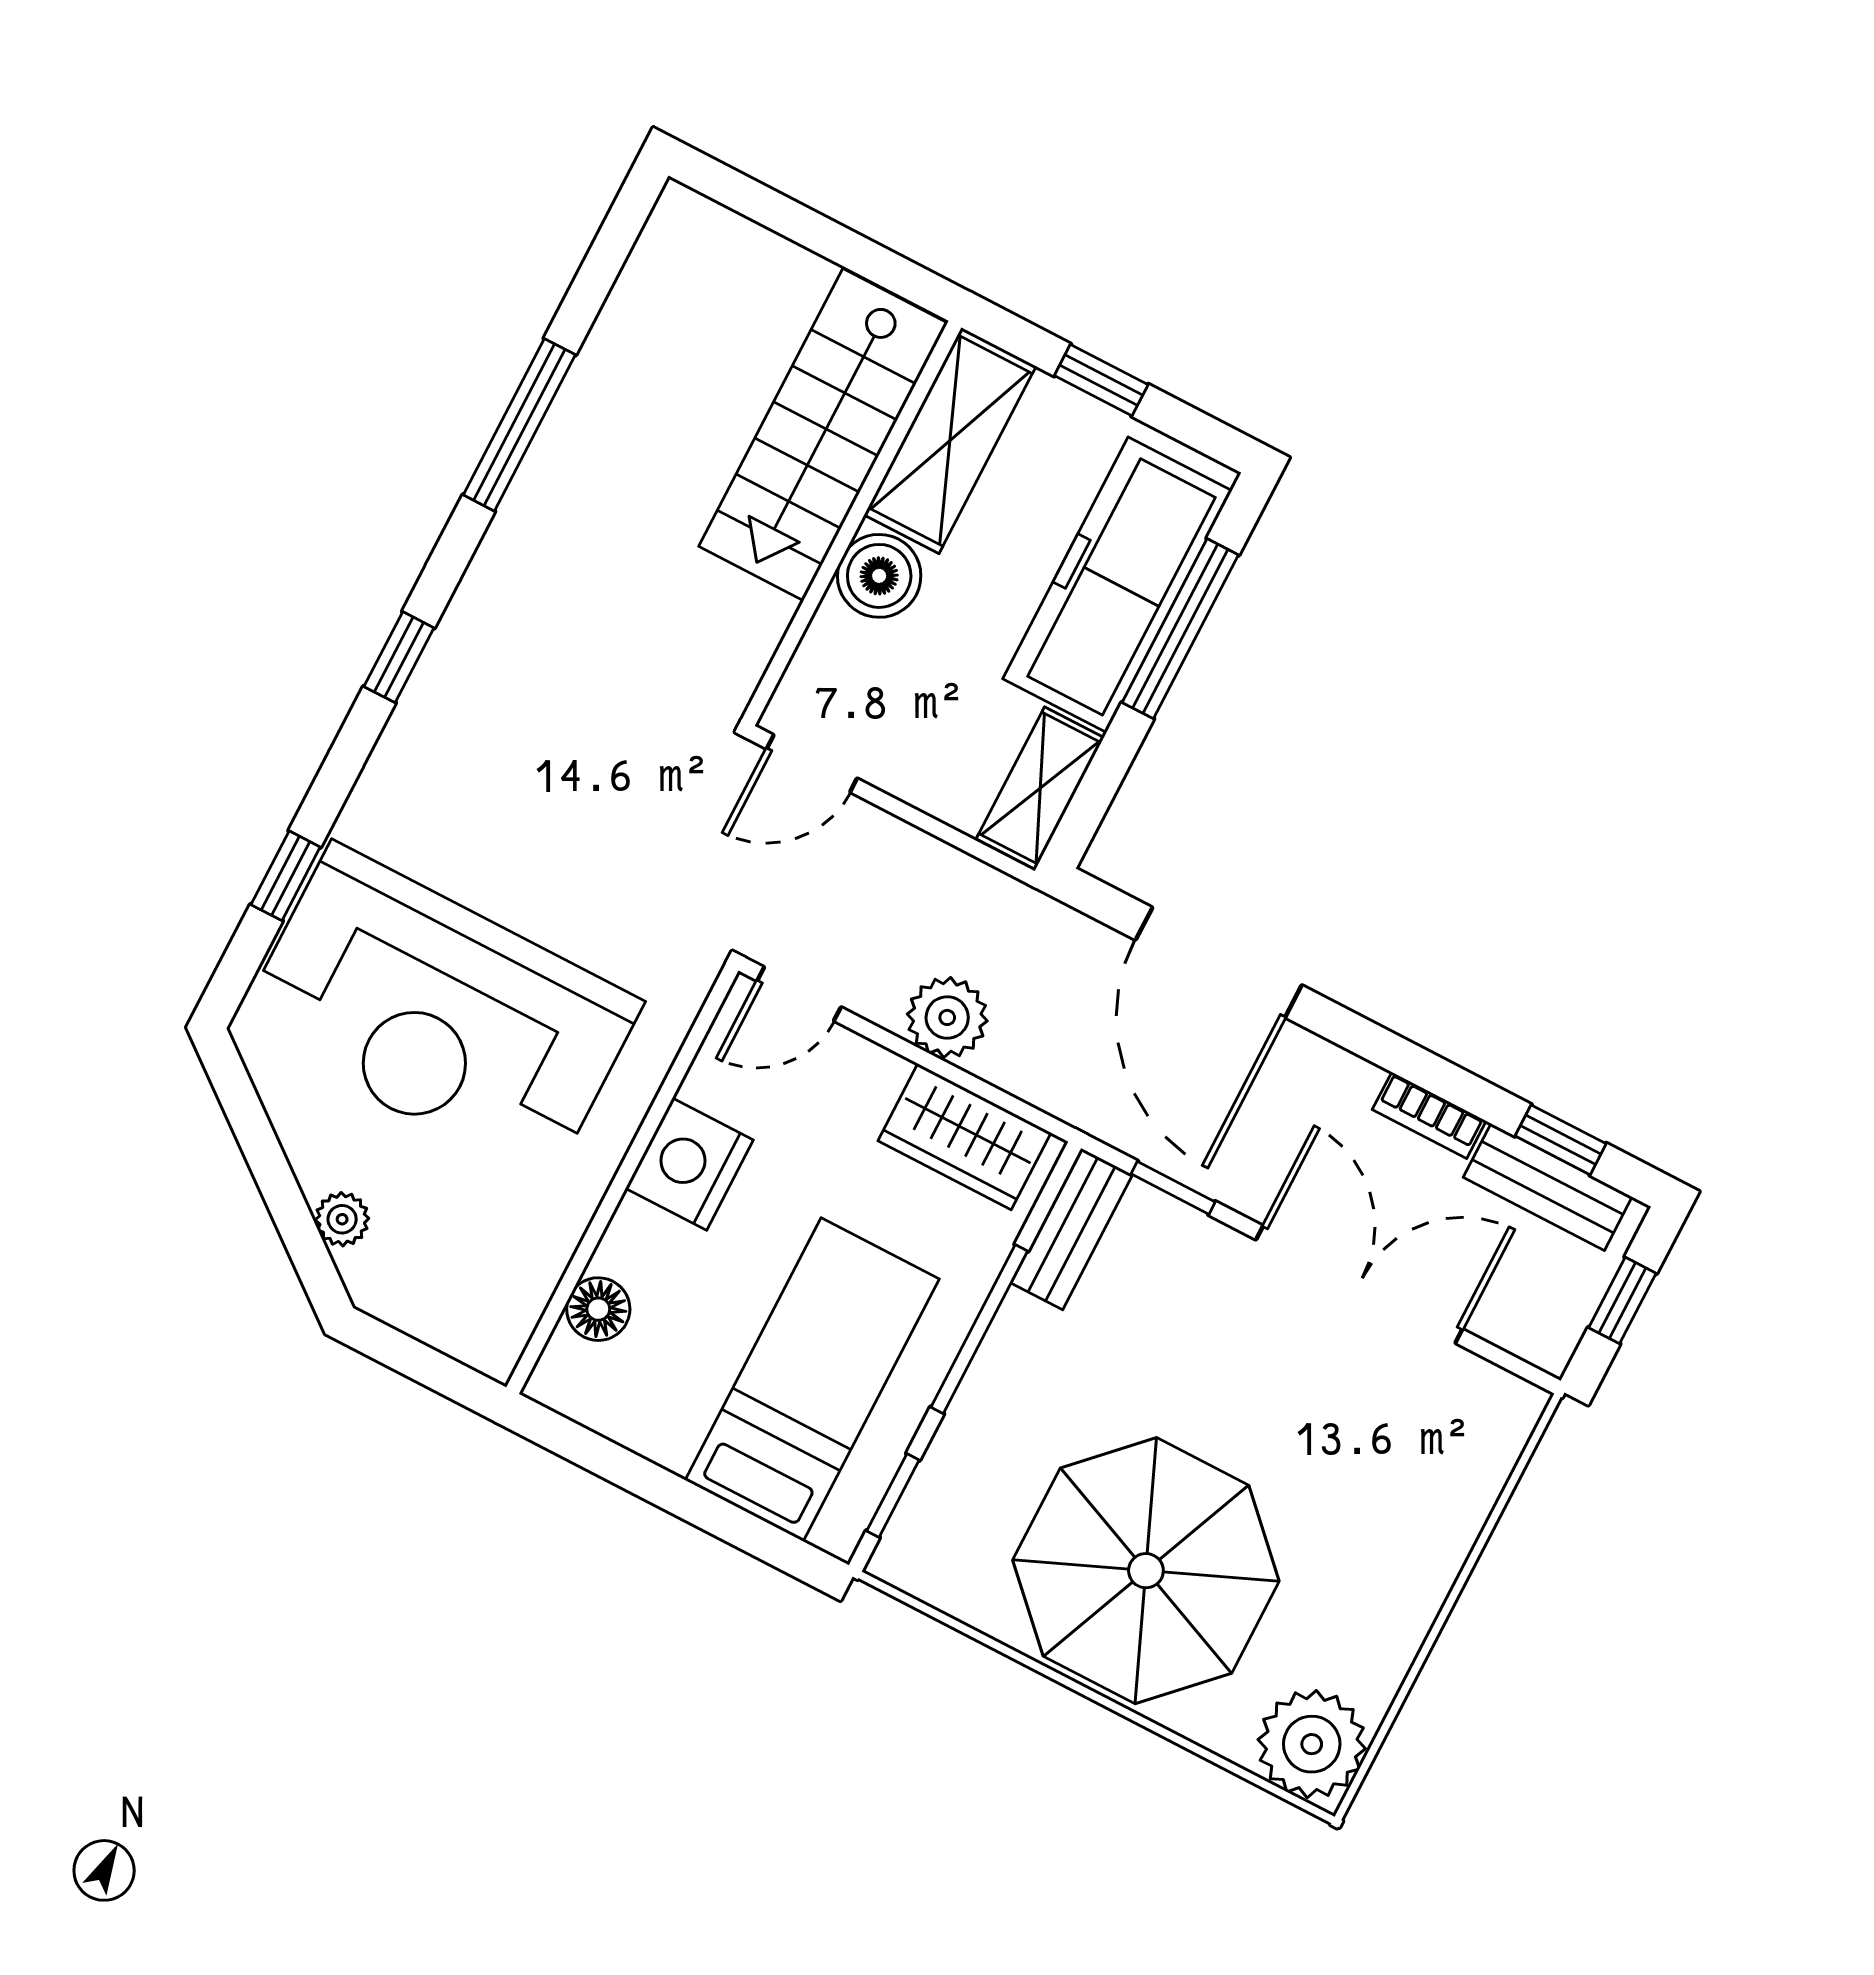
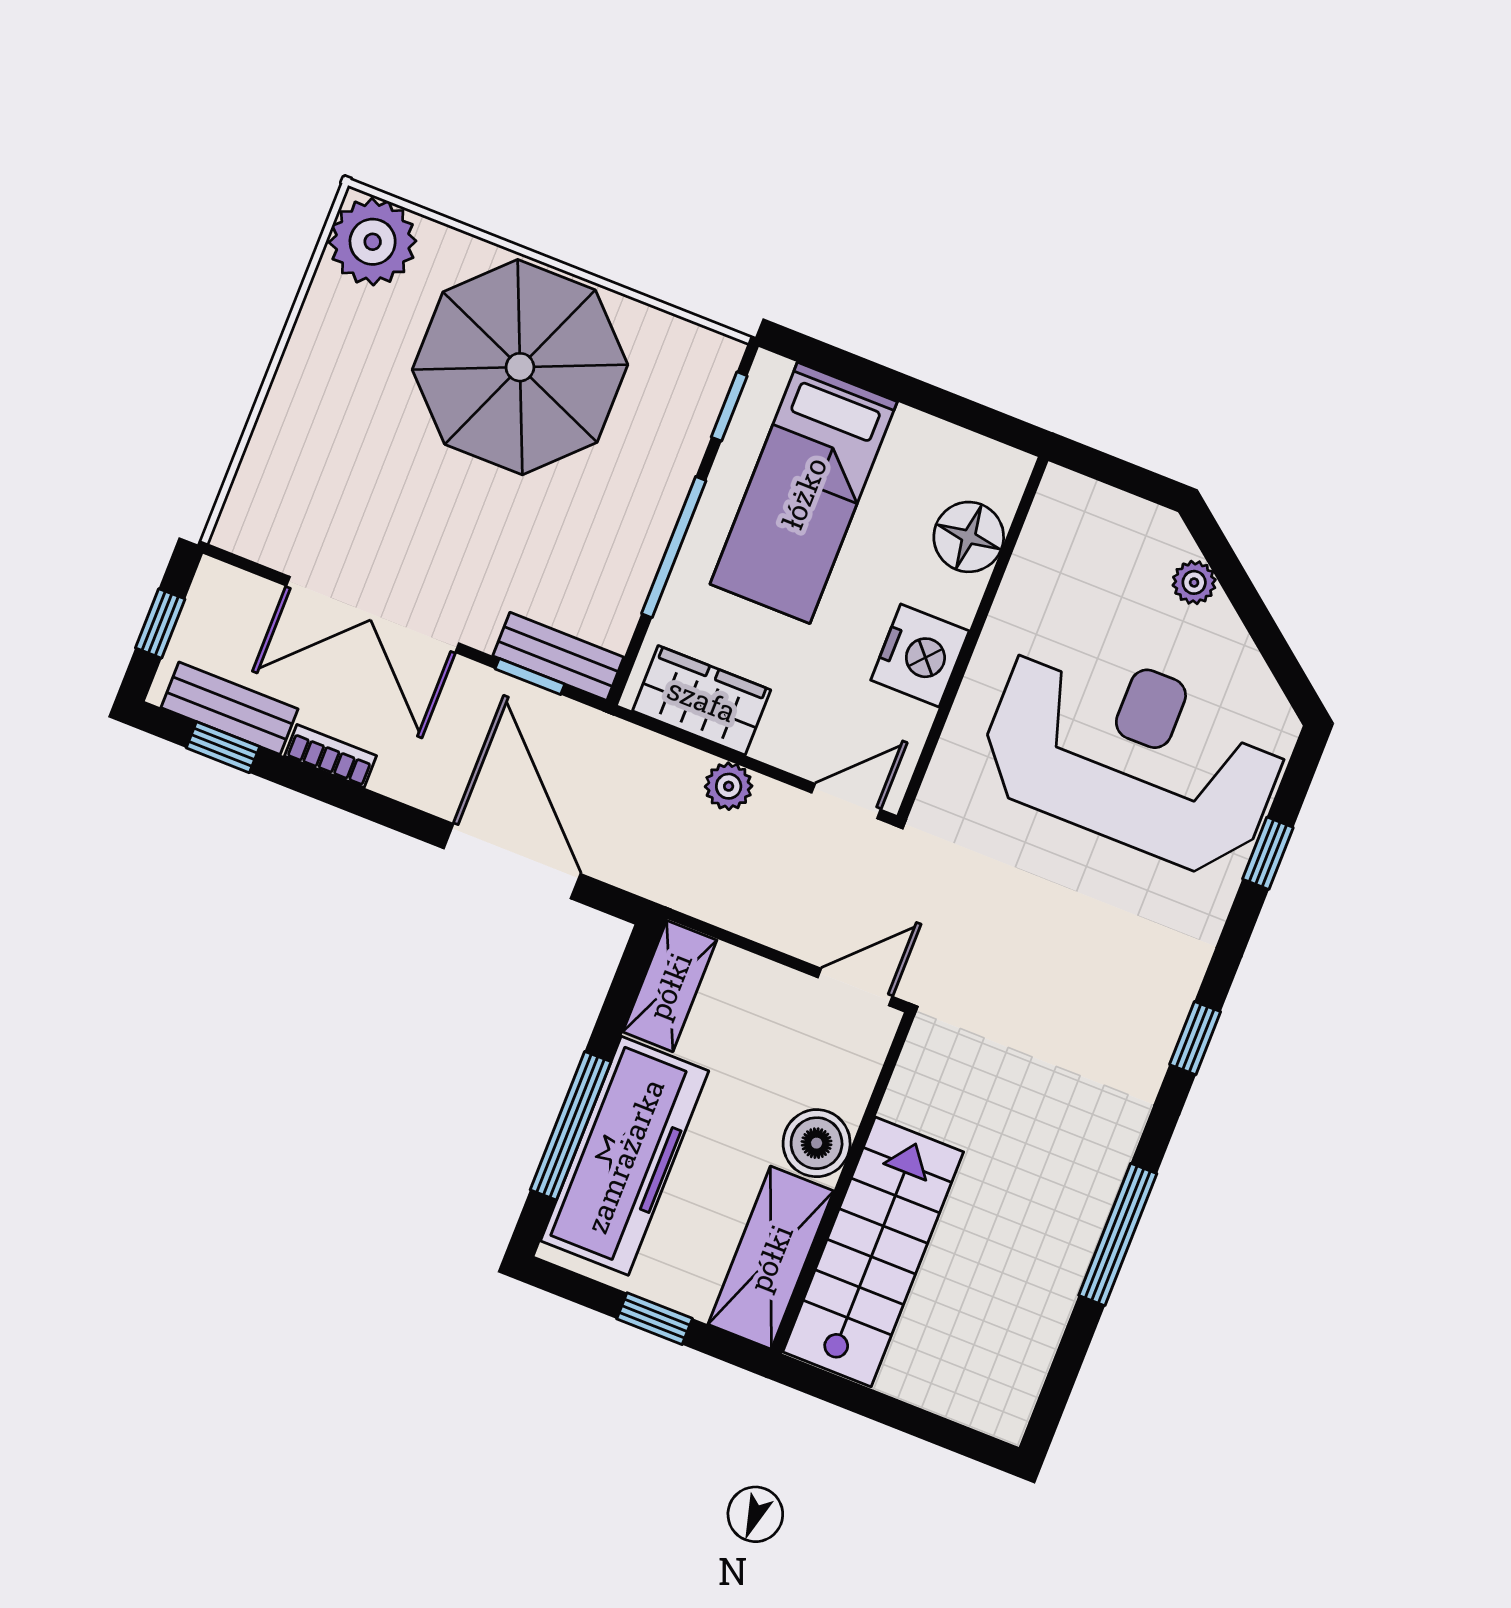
plant: (947, 1017) -> (729, 786), width x0.73, depth x0.73
bench: (1072, 1229) -> (558, 656), moved, turned 90
floor lamp: (598, 1309) -> (969, 537), width x1.38, depth x1.38

